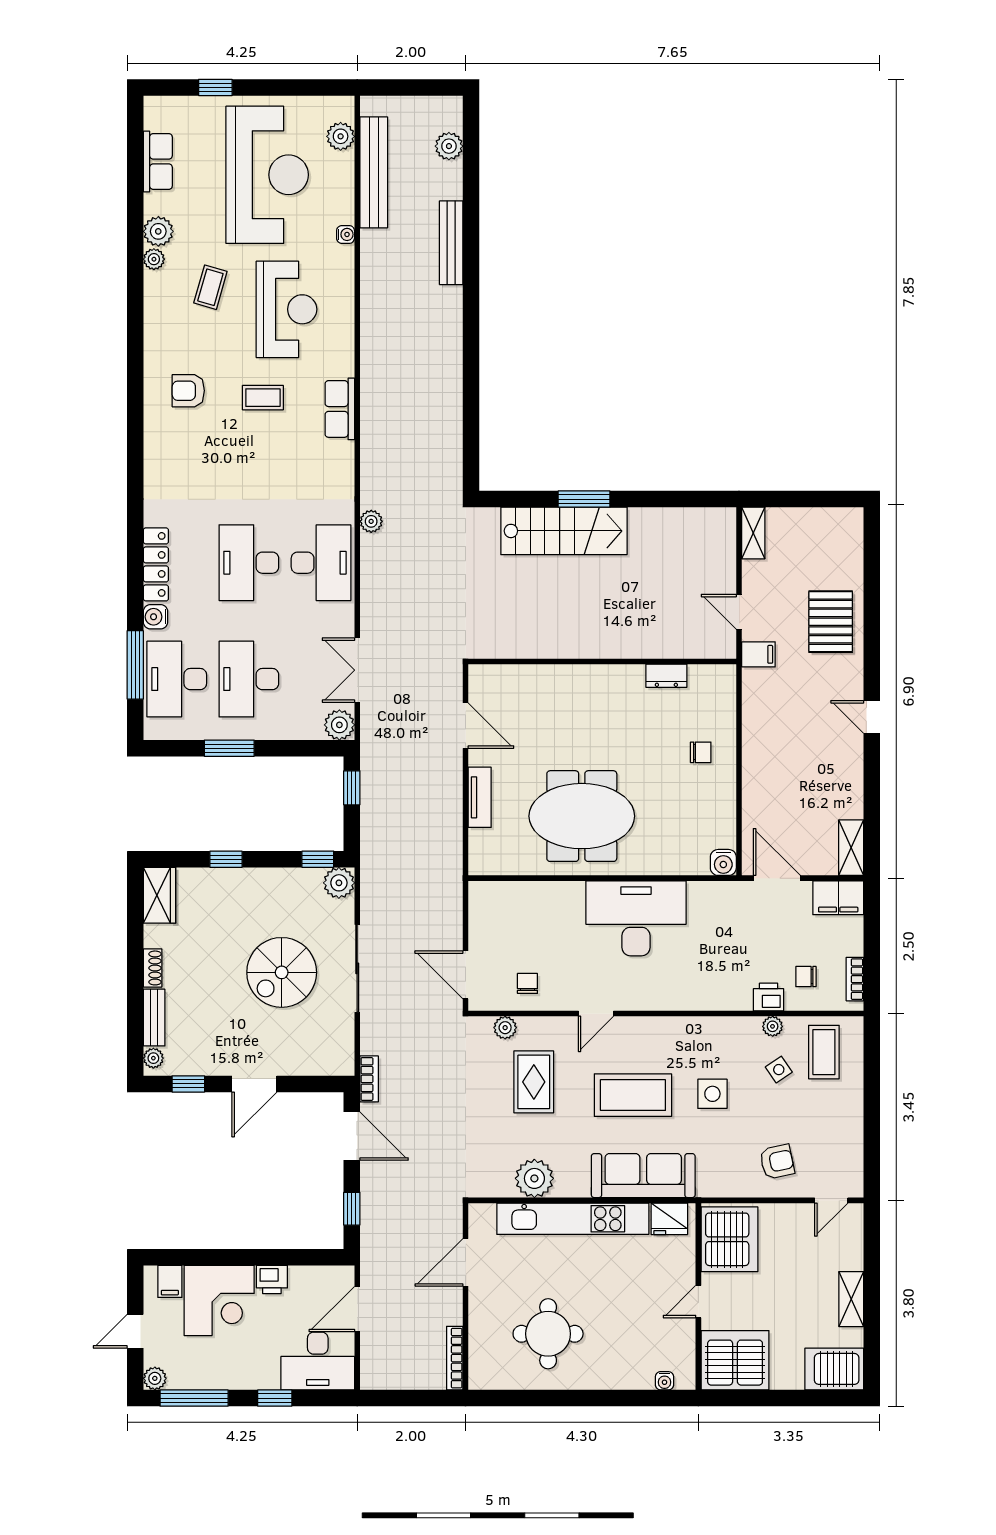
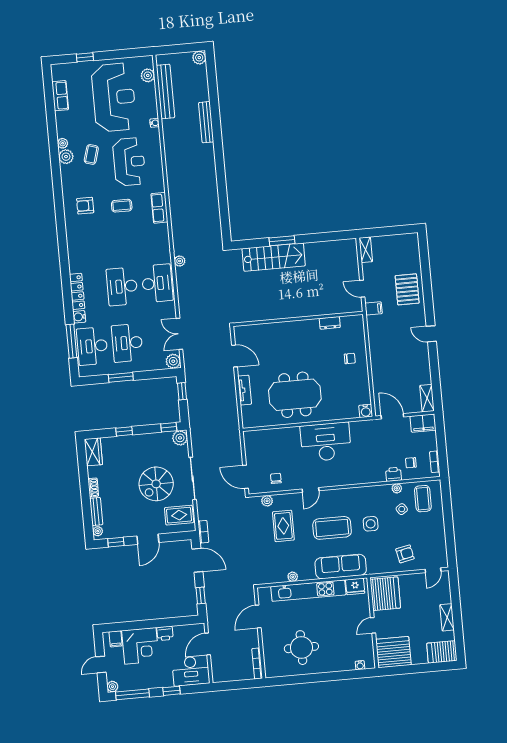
plant: (449, 146) -> (199, 58), moved
plant: (158, 231) -> (66, 157), moved
rug: (323, 1040) -> (179, 515), added
plant: (534, 1178) -> (293, 577), width x0.53, depth x0.53

